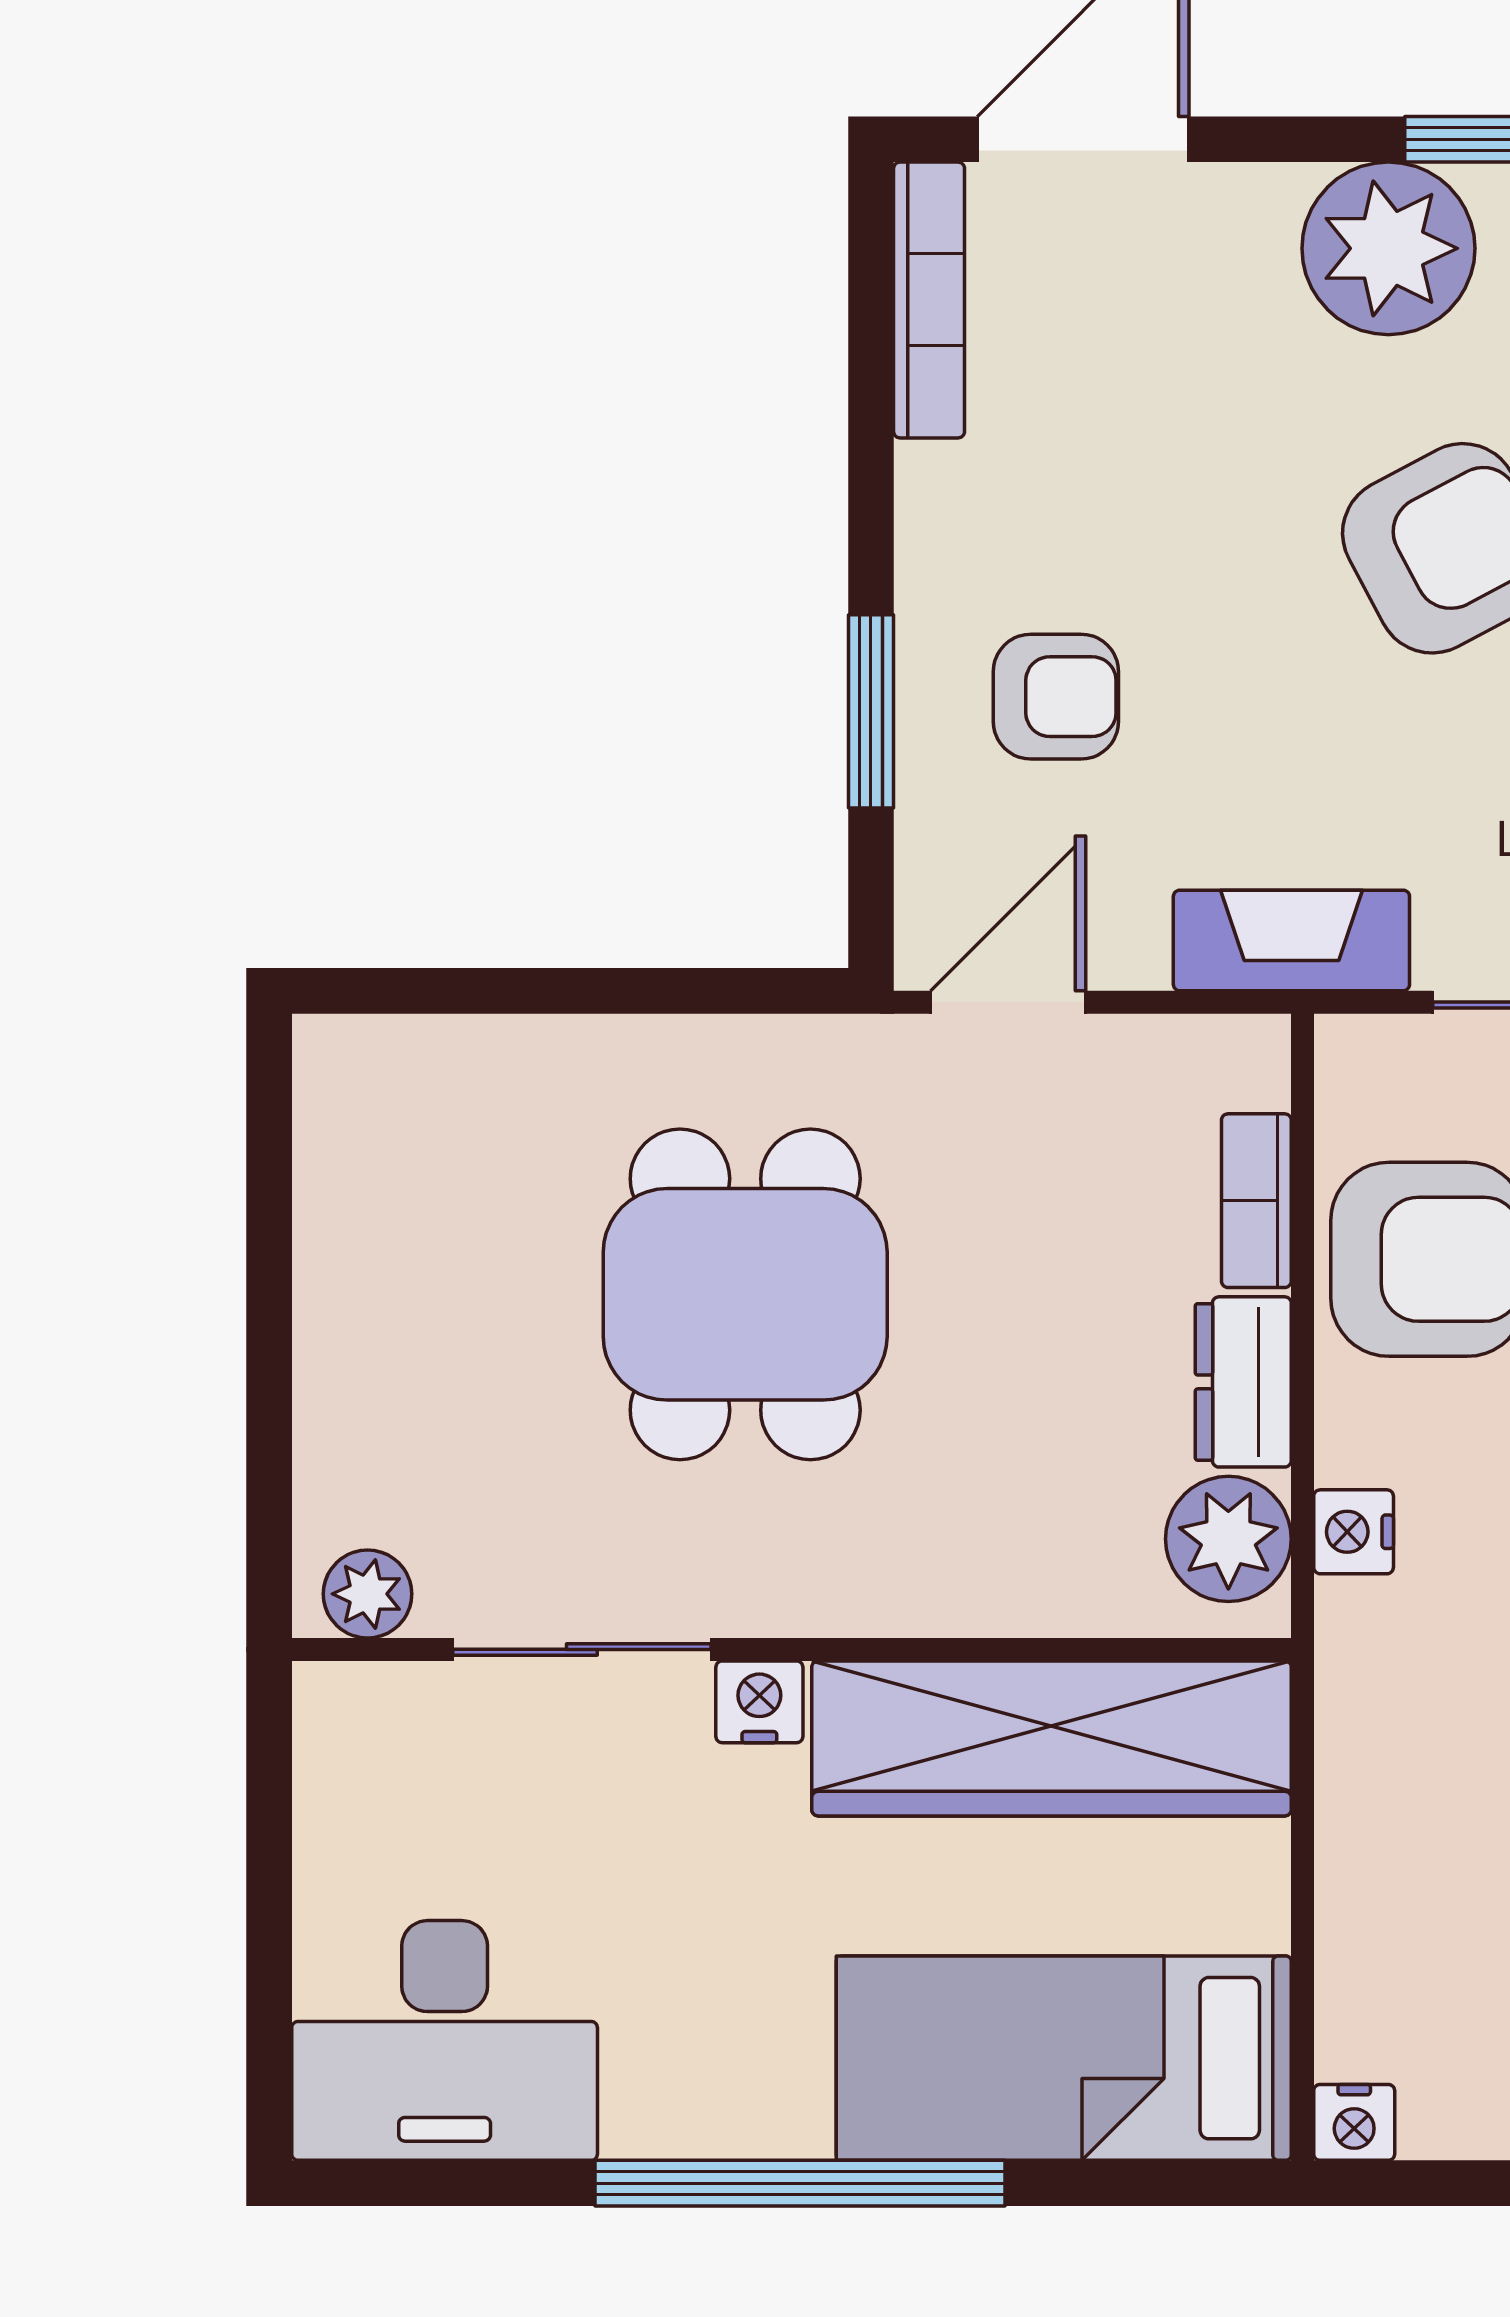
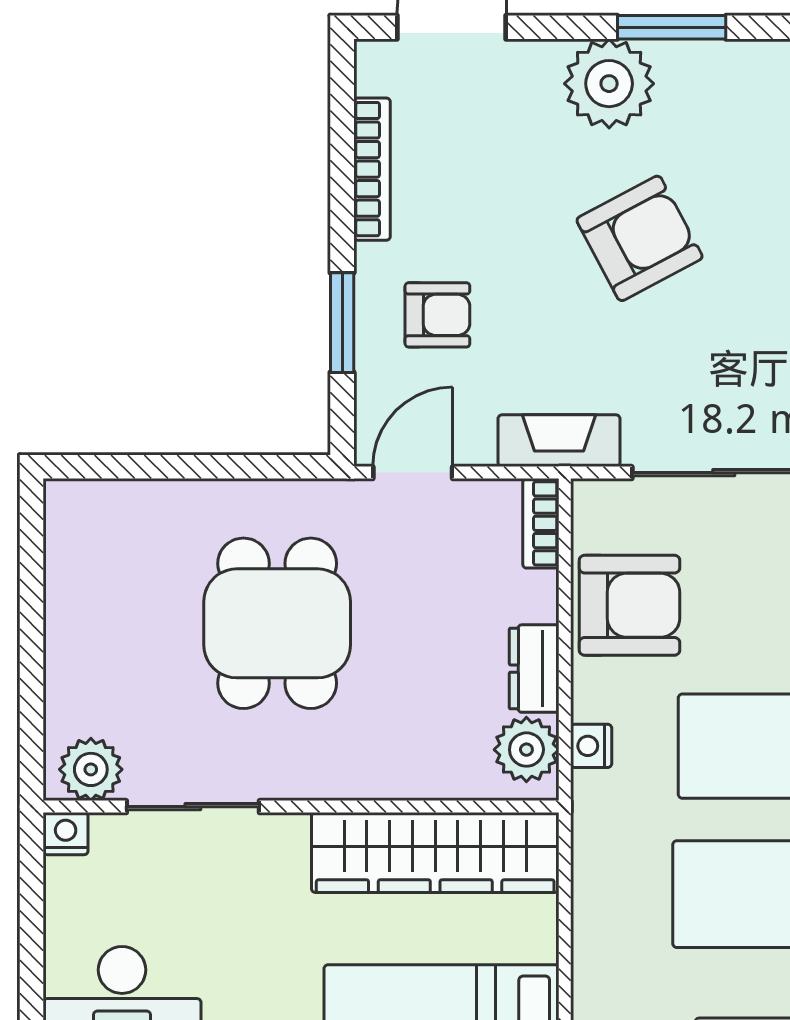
bookcase: (929, 300) -> (372, 169), moved
bookcase: (1256, 1201) -> (541, 523), moved
plant: (368, 1594) -> (91, 769), width x1.38, depth x1.38
nightstand: (759, 1702) -> (66, 834), moved

